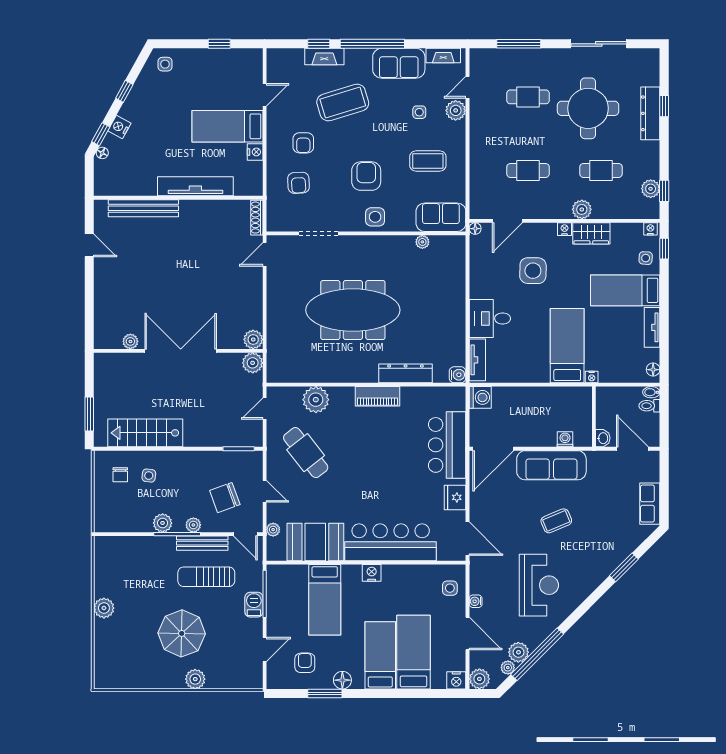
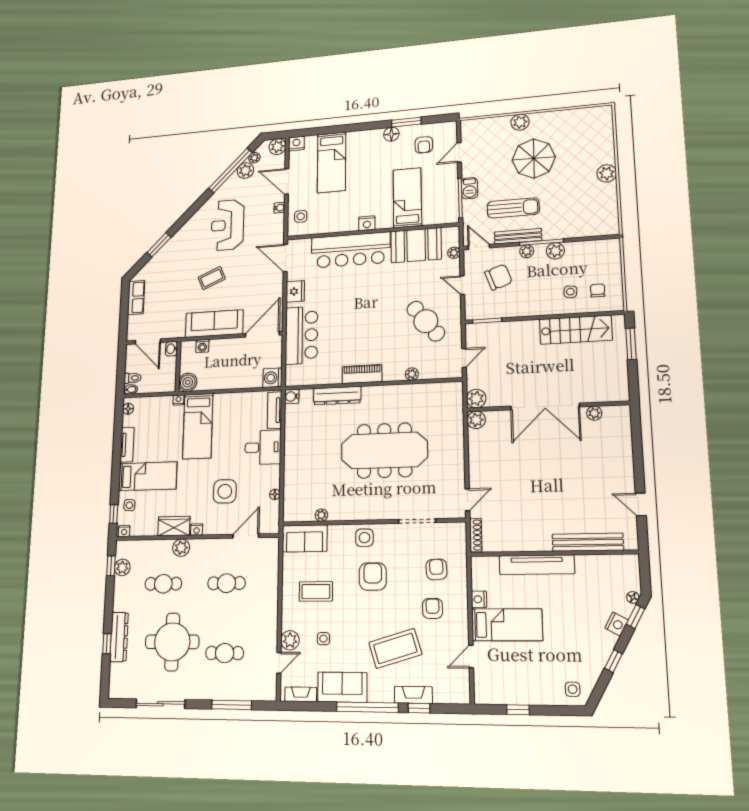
armchair: (366, 176) -> (373, 576), turned 180
floor lamp: (475, 229) -> (275, 494), moved
boiler: (581, 397) -> (188, 382), added
plant: (316, 400) -> (412, 374), width x0.53, depth x0.53
bed: (380, 655) -> (359, 157), removed

